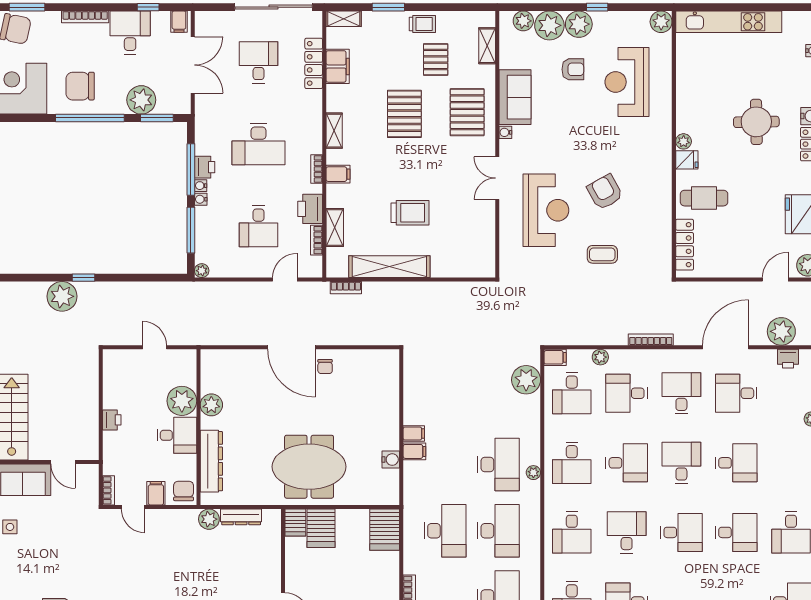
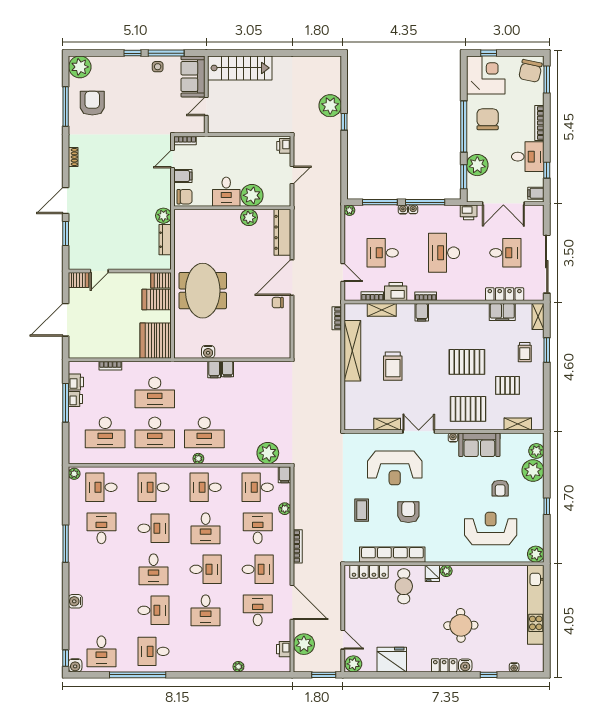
trolley: (422, 24) -> (525, 352), moved
plant: (579, 24) -> (534, 493), removed
shelving: (334, 131) -> (387, 424), moved
printer: (205, 167) -> (469, 212), moved
armchair: (605, 192) -> (408, 512), turned -61
row of seats: (662, 213) -> (392, 555), added
printer: (112, 420) -> (284, 146), moved, turned 90
dresser: (211, 461) -> (282, 232), moved, turned 90
server rack: (385, 530) -> (156, 341), width x1.60
desk: (736, 532) -> (154, 610), turned -90

